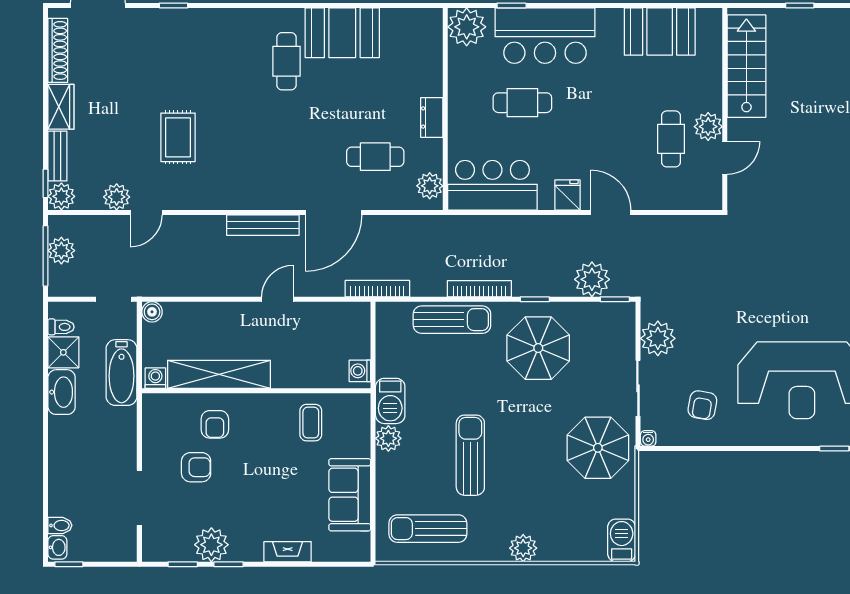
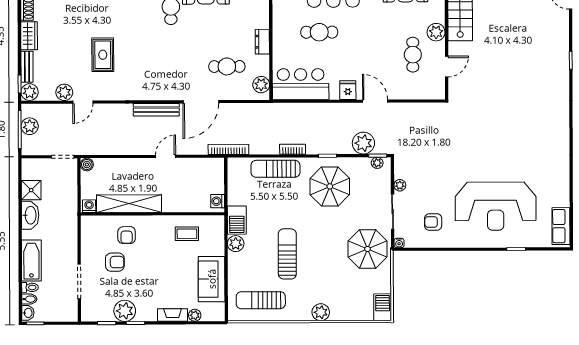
plant: (708, 127) -> (436, 32), moved
bookcase: (479, 289) -> (293, 149), width x0.64
plant: (614, 311) -> (377, 163), added
sun lounger: (452, 320) -> (275, 169), turned 180
toilet: (61, 327) -> (30, 287), moved
plant: (658, 338) -> (400, 185), width x0.53, depth x0.53
bathtub: (122, 373) -> (31, 261), moved, turned 180
armchair: (702, 405) -> (433, 222), turned 80
coffee table: (311, 423) -> (187, 234), turned 90
plant: (323, 552) -> (195, 315), added

